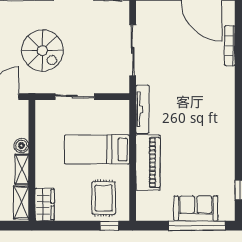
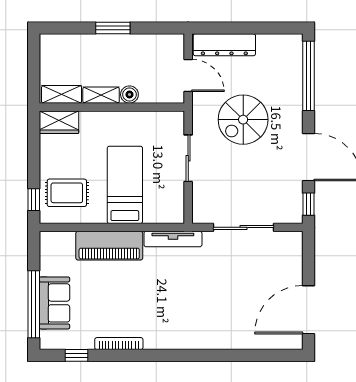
bookcase: (230, 46) -> (119, 344), moved

